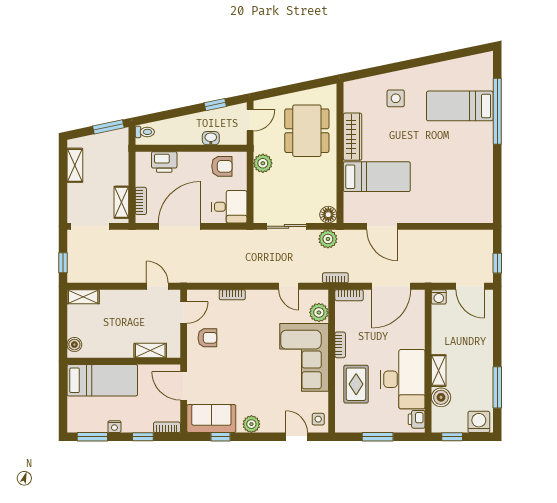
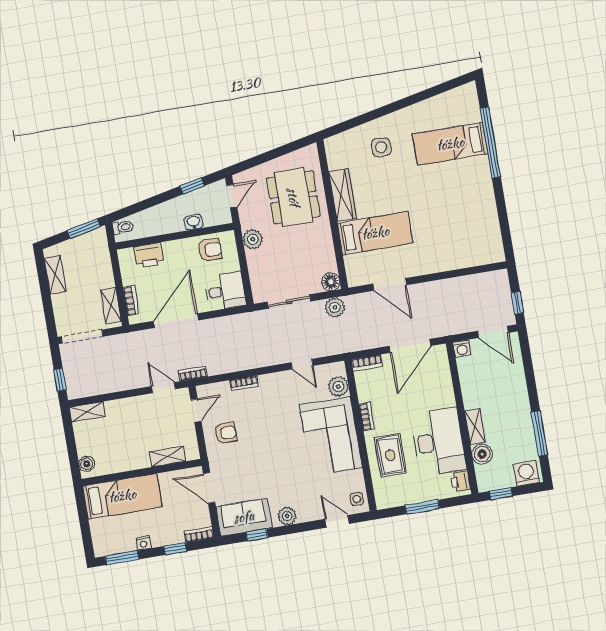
bookcase: (335, 278) -> (193, 374), moved

